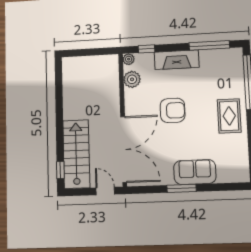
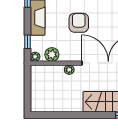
plant: (114, 101) -> (69, 70), added

